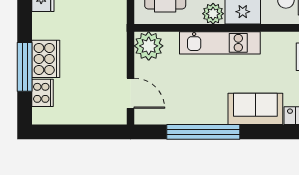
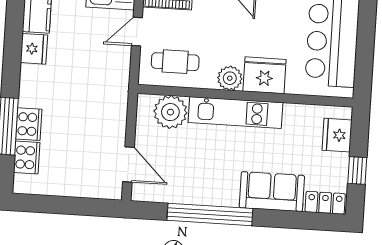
plant: (149, 46) -> (170, 112), moved
cooker: (46, 59) -> (29, 124), width x0.73, depth x0.76

